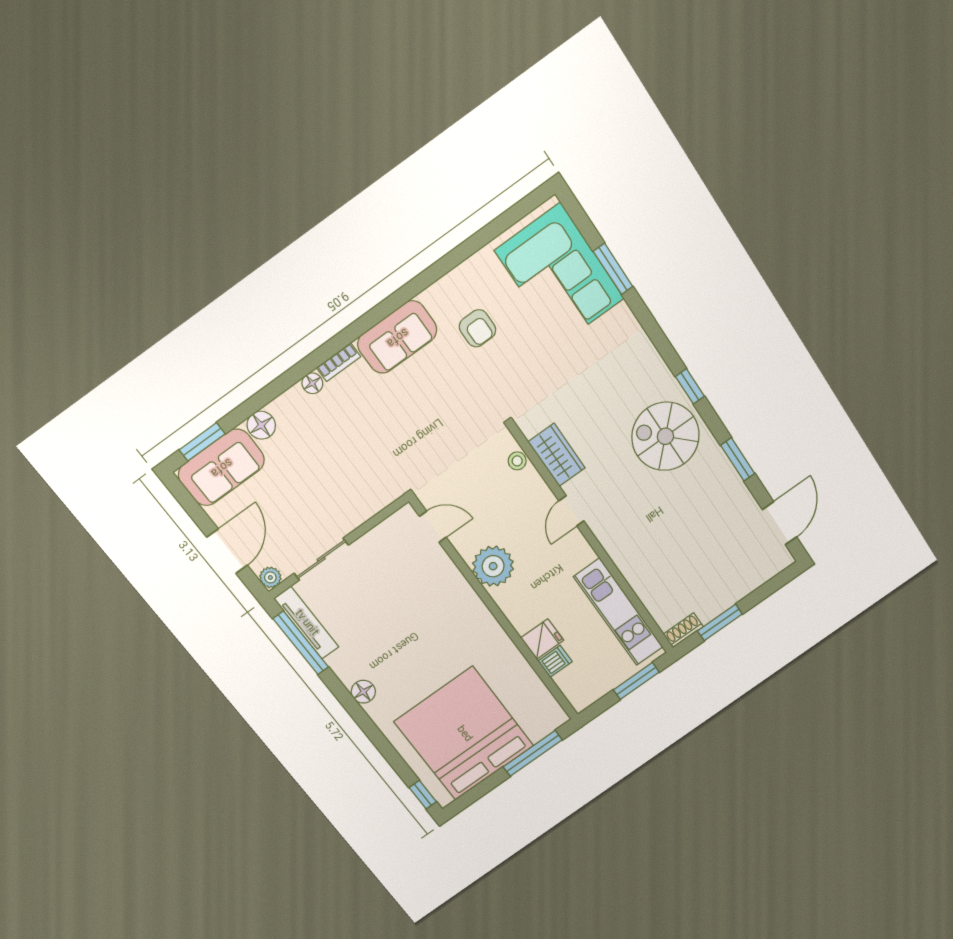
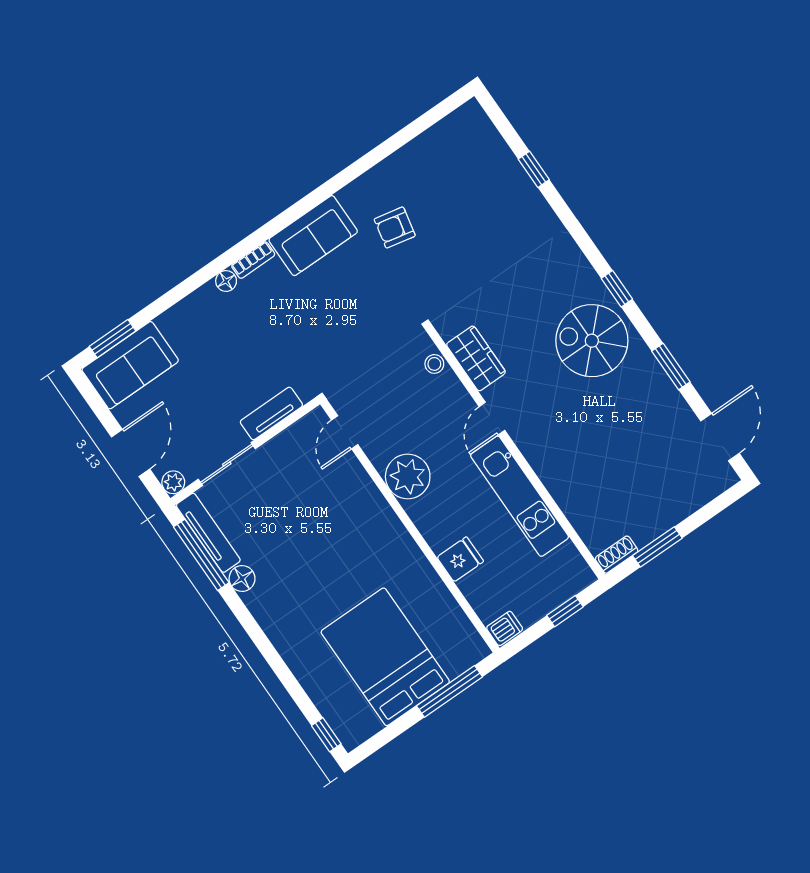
window: (613, 269) -> (534, 169), width x0.67
corner sofa: (560, 275) -> (479, 175), removed
armchair: (477, 328) -> (395, 227), turned 102
floor lamp: (261, 425) -> (173, 323), removed
tv unit: (362, 511) -> (271, 413), added
door: (433, 527) -> (345, 432), swing flipped
kitchen unit: (618, 612) -> (520, 496), moved
dishwasher: (555, 661) -> (505, 628), moved
window: (636, 681) -> (565, 611), width x0.67
floor lamp: (363, 692) -> (242, 579), moved
bed: (464, 734) -> (385, 657), width x0.73

